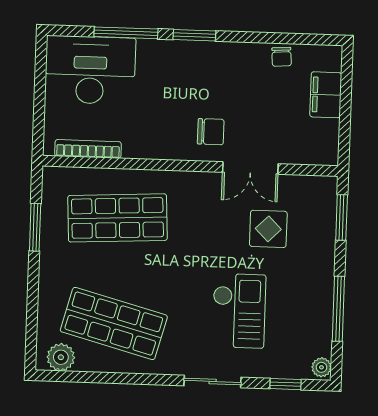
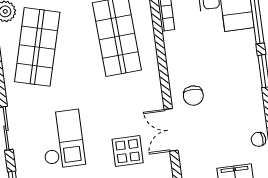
checkout: (239, 311) -> (62, 139), turned -90

